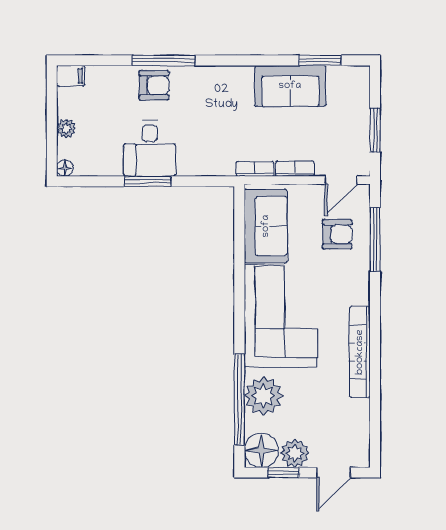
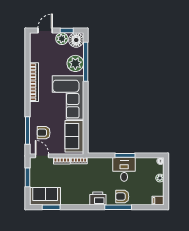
printer: (211, 81) -> (98, 198), added
sofa: (290, 86) -> (45, 196), moved
door: (341, 180) -> (42, 156), hinge flipped

